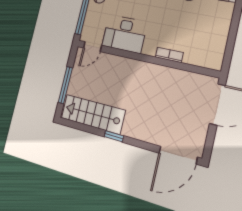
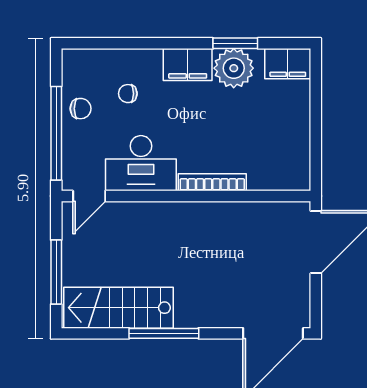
bookcase: (169, 55) -> (212, 182), width x1.56
window: (114, 136) -> (164, 333), width x2.17

